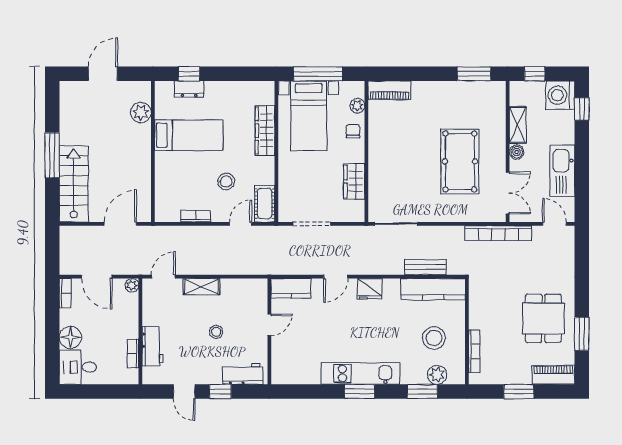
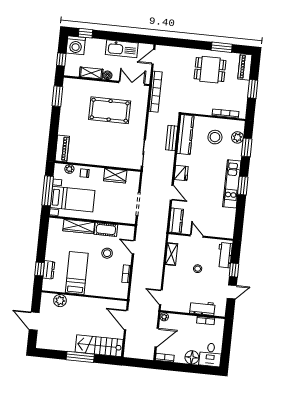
cot: (265, 204) -> (106, 229), moved
shelving: (201, 287) -> (171, 254), moved

